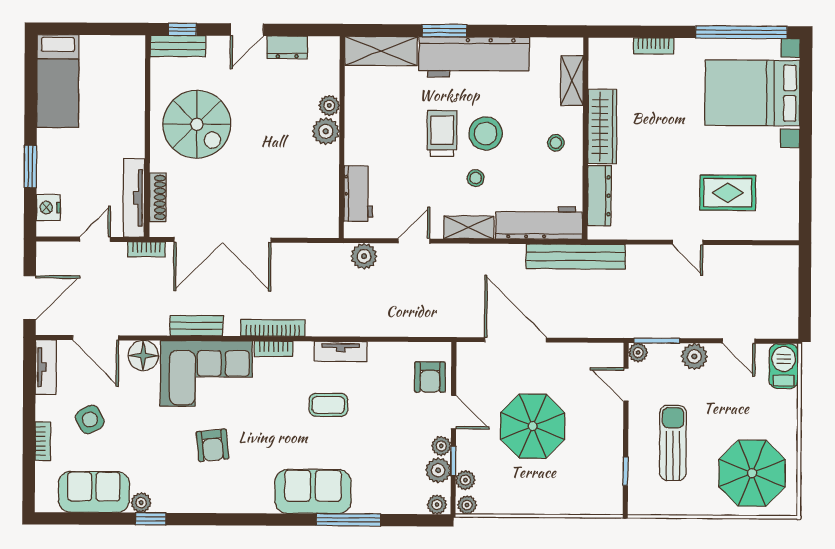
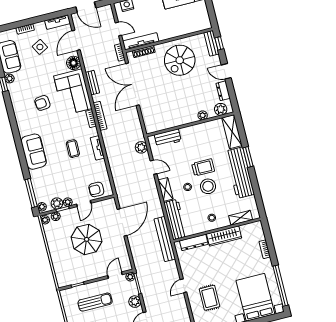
plant: (326, 131) -> (221, 109), moved
window: (348, 520) -> (31, 193), moved

